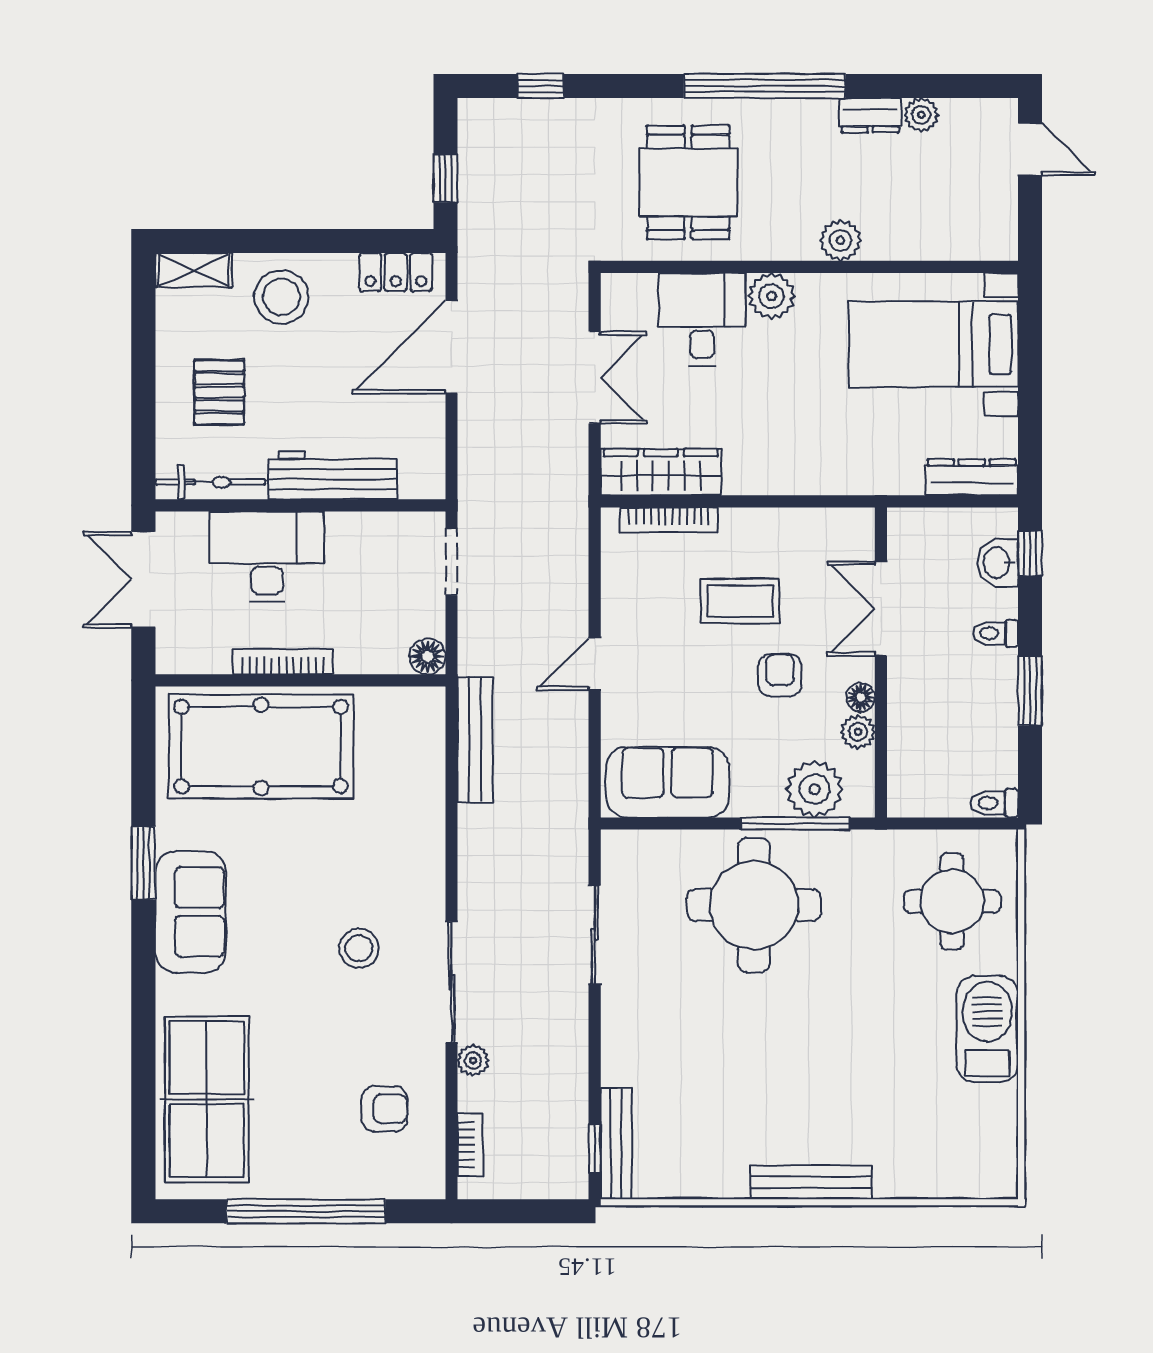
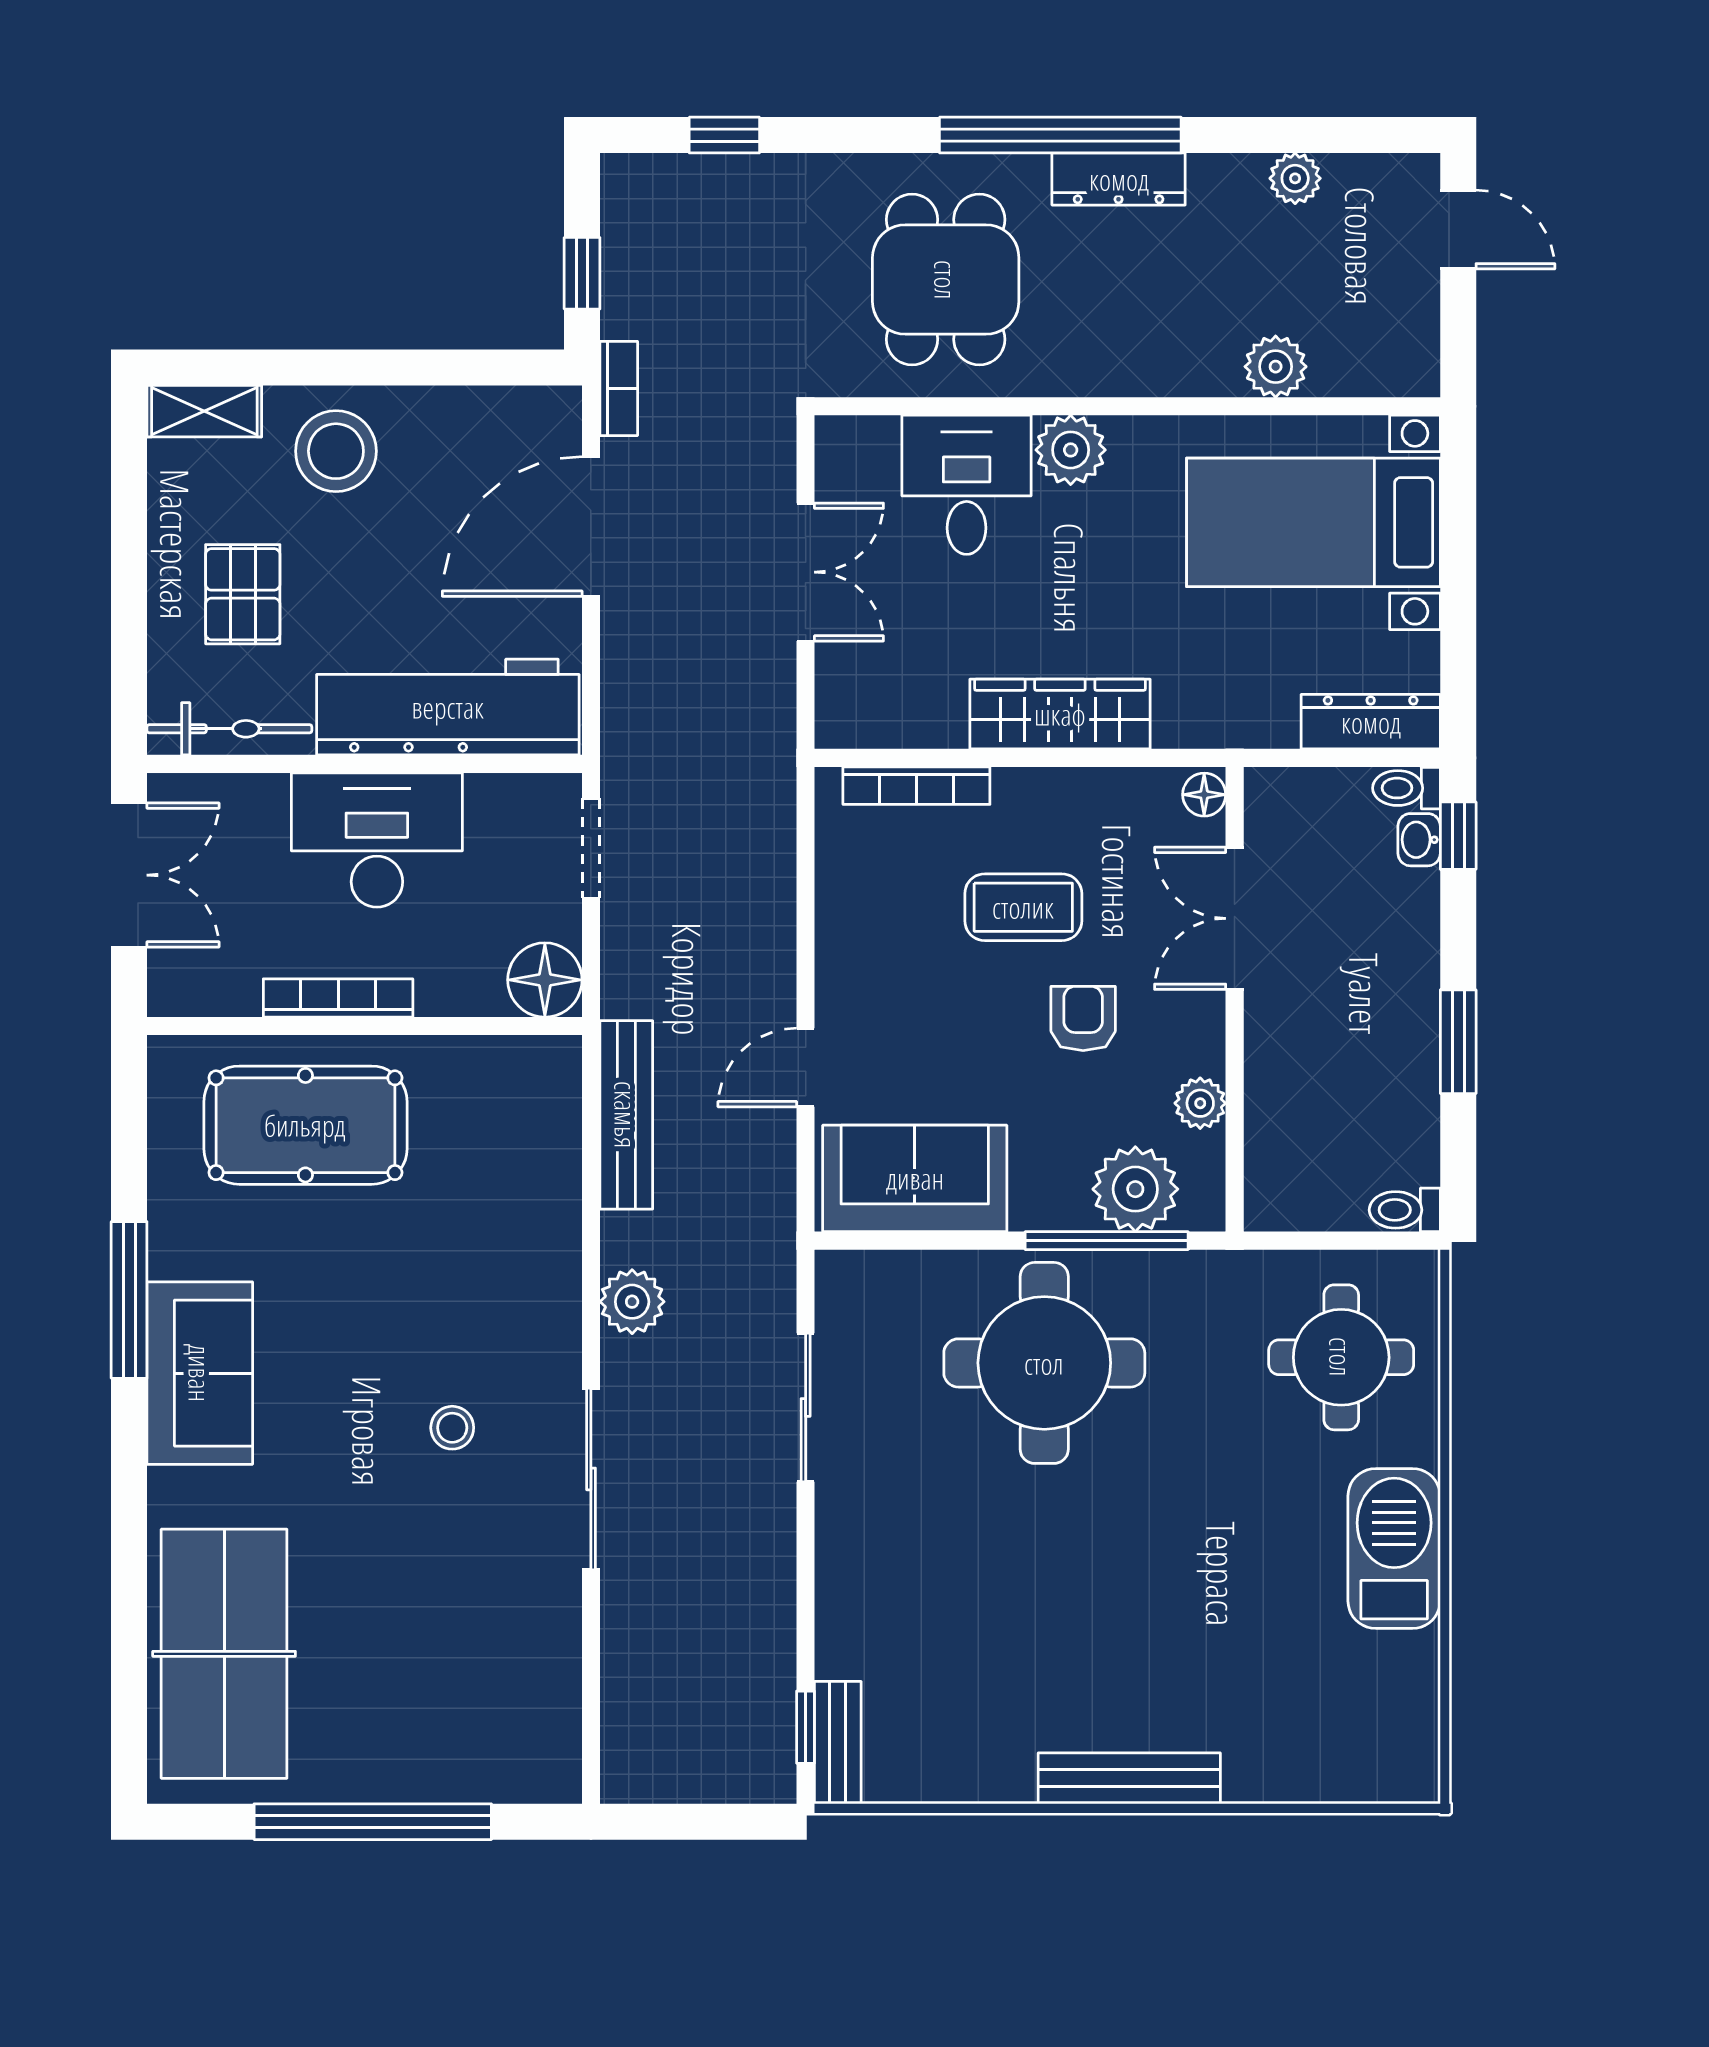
dresser: (870, 115) -> (1119, 179), moved, width x1.44
plant: (840, 240) -> (1276, 367), moved
locker: (396, 272) -> (507, 414), removed
wardrobe: (661, 472) -> (1060, 714), moved
workbench: (333, 475) -> (448, 707), width x1.36, depth x1.32
desk: (267, 556) -> (377, 840), moved
washbasin: (998, 563) -> (1419, 840), width x0.72, depth x0.69
double door: (143, 580) -> (129, 875), swing flipped
toilet: (996, 633) -> (1406, 788), moved
floor lamp: (428, 656) -> (545, 980), width x1.38, depth x1.38
door: (595, 664) -> (806, 1068), moved
floor lamp: (861, 697) -> (1204, 795), moved
pool table: (261, 747) -> (305, 1125), width x0.73, depth x0.76
window: (143, 863) -> (129, 1300), width x1.44
stool: (359, 948) -> (452, 1428), width x0.73, depth x0.73
plant: (473, 1060) -> (632, 1302), moved, width x1.38, depth x1.38
armchair: (385, 1109) -> (491, 1668), removed
bench: (616, 1144) -> (838, 1743), width x0.73
bookcase: (470, 1145) -> (619, 388), moved

